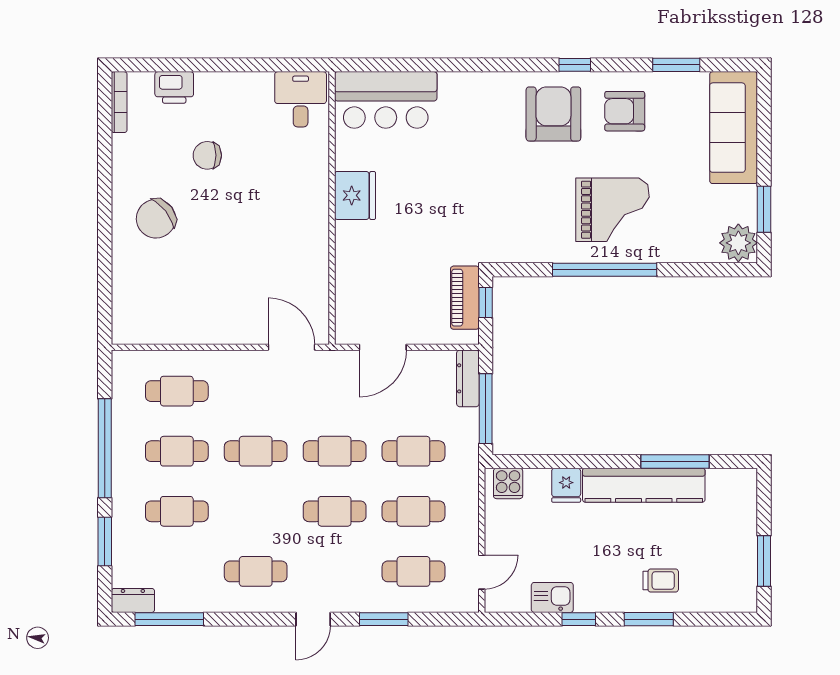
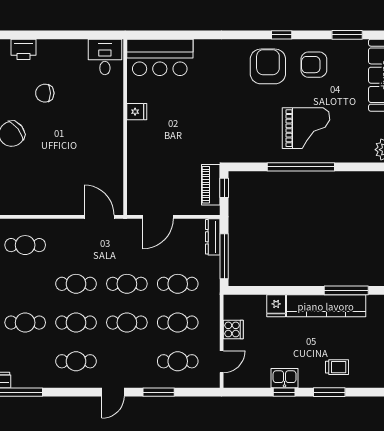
fridge: (355, 195) -> (137, 112), width x0.53, depth x0.75
cafe table: (177, 451) -> (76, 323), moved
cooker: (508, 483) -> (233, 329), moved, turned -90
kitchen sink: (552, 597) -> (285, 378), moved

